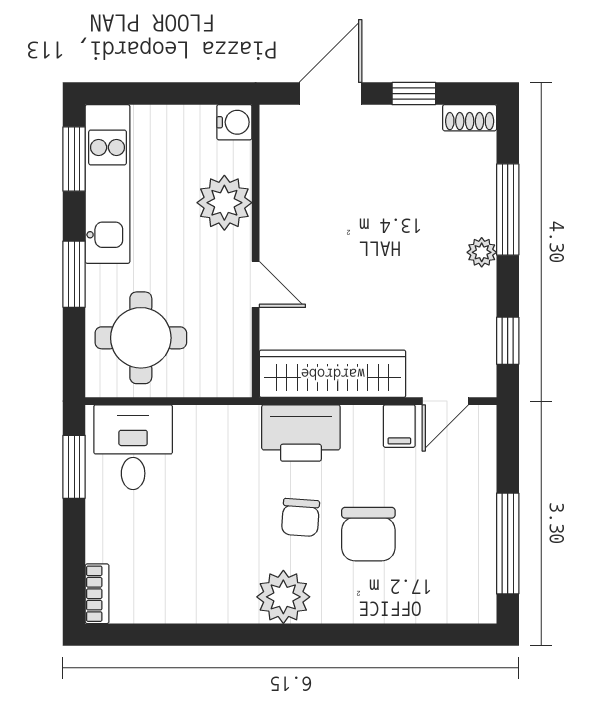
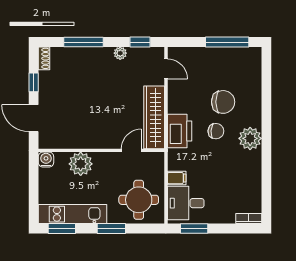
plant: (482, 252) -> (120, 53), moved
door: (256, 284) -> (131, 150), moved
filing cabinet: (399, 426) -> (177, 178), moved

